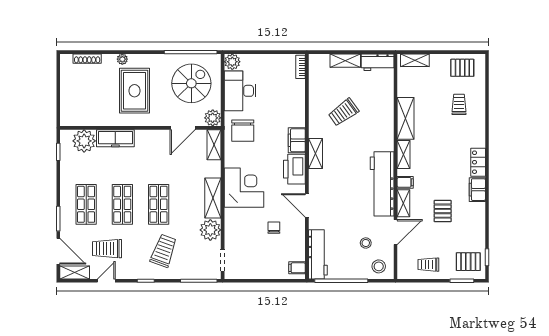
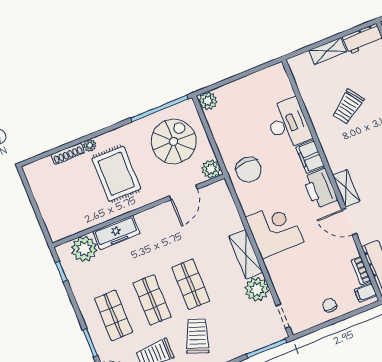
shoe rack: (87, 59) -> (68, 154), moved
bookcase: (301, 67) -> (361, 271), moved
desk: (240, 91) -> (288, 124), moved, turned 180
shelving: (214, 145) -> (224, 197), removed
shelving: (315, 153) -> (346, 188), moved
chair: (274, 228) -> (330, 305), moved
trolley: (164, 251) -> (197, 336), moved

